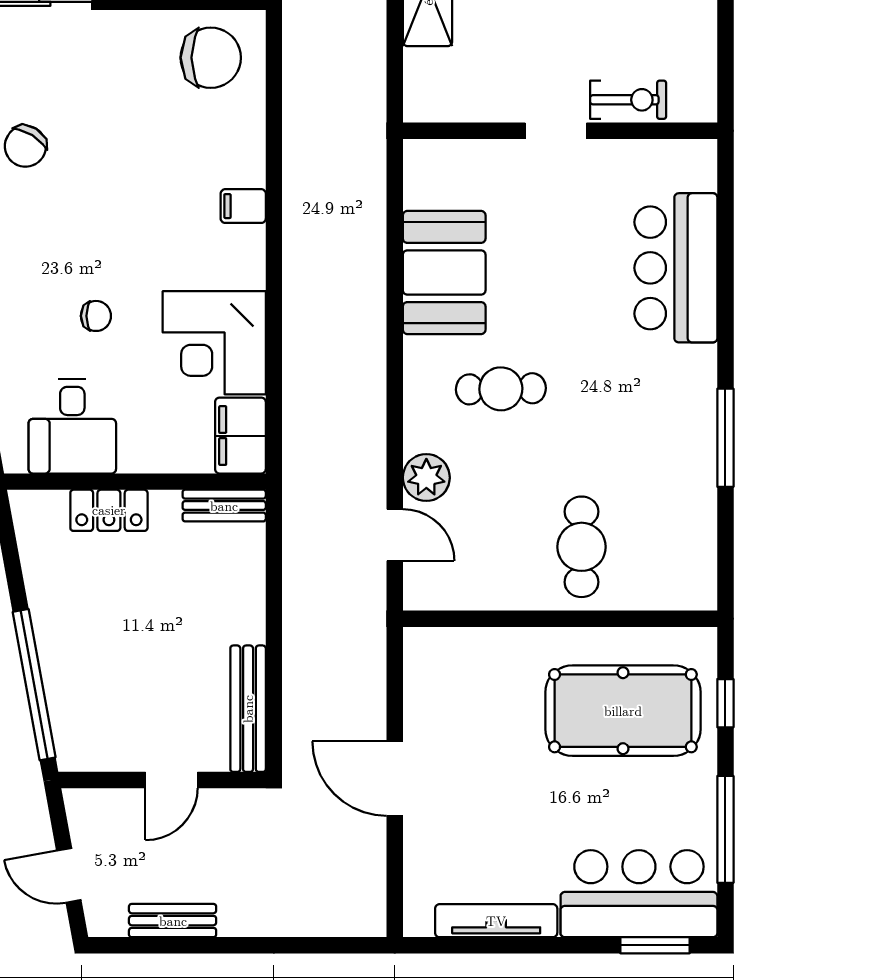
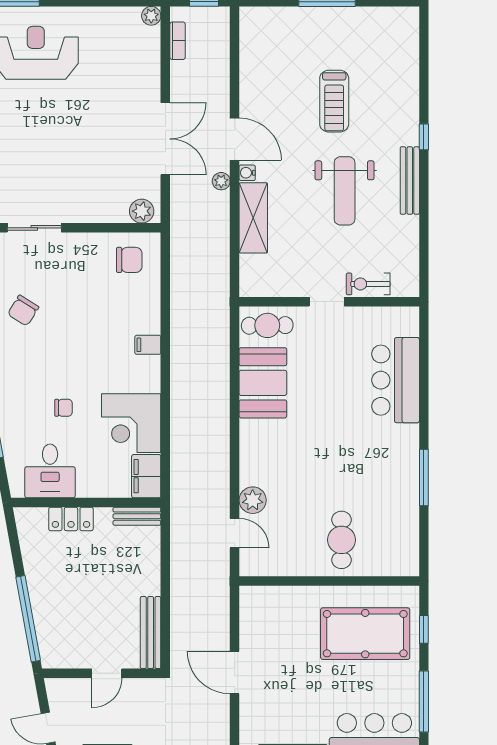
chair: (211, 58) -> (129, 260), width x0.73, depth x0.73
exercise bike: (628, 100) -> (368, 284), turned 180
cafe table: (501, 389) -> (267, 325), moved

